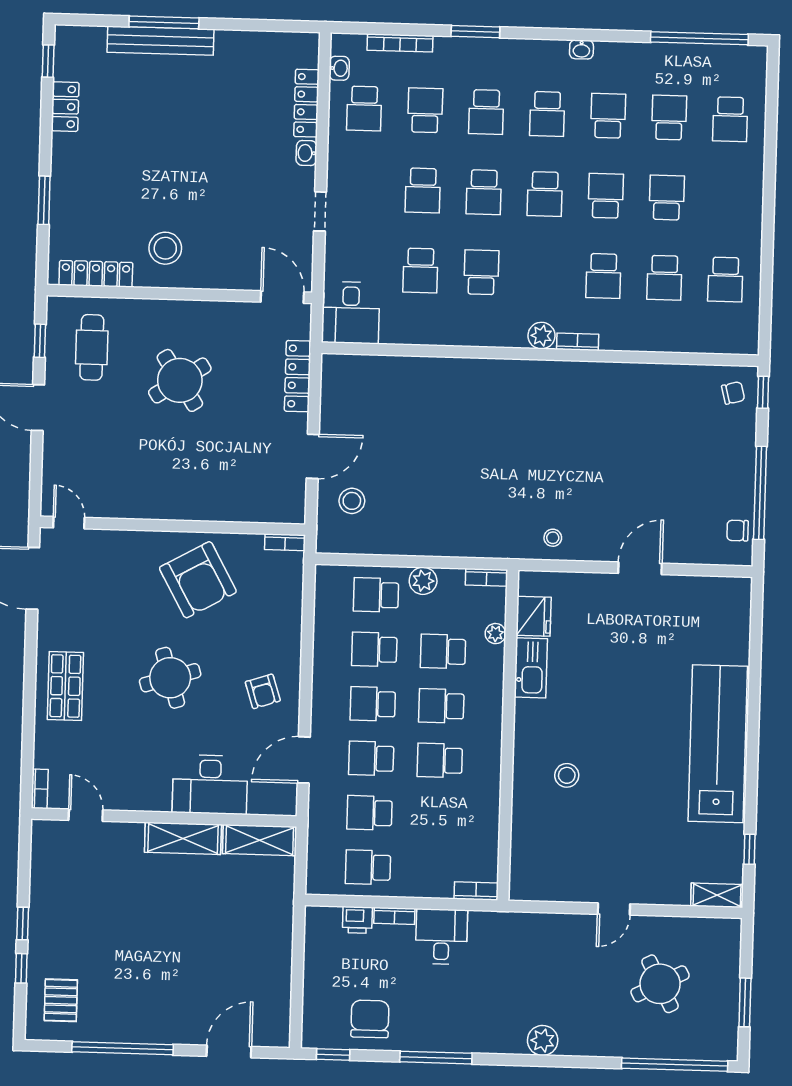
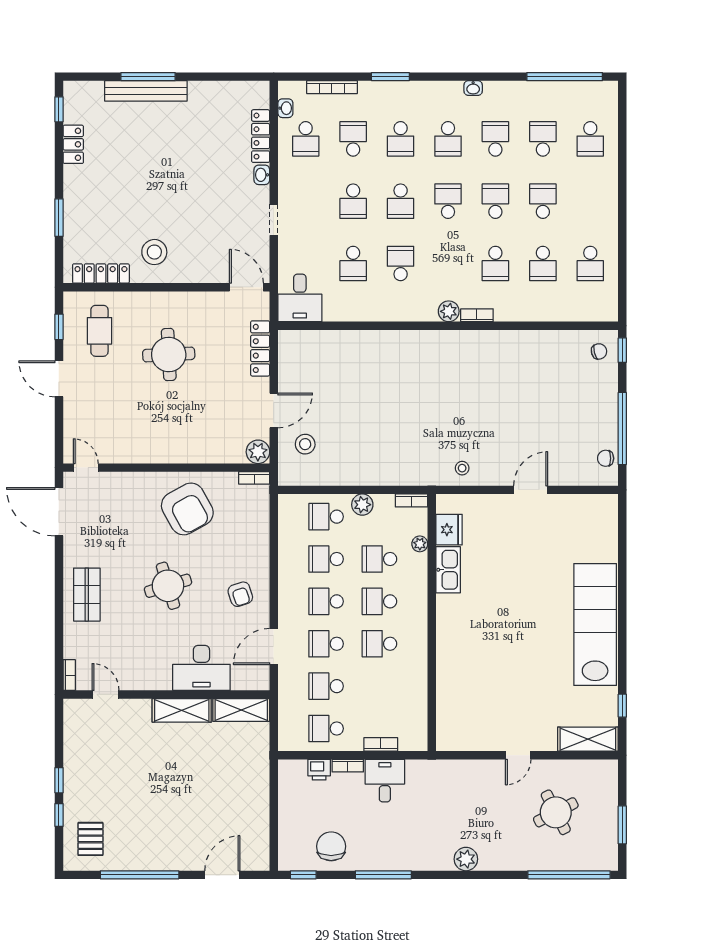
school desk: (545, 194) -> (448, 201), turned 180
round table: (180, 380) -> (169, 354), turned 30
plant: (291, 509) -> (258, 452), added
stool: (567, 775) -> (478, 652), removed
bookcase: (476, 891) -> (381, 744), moved
shelving: (717, 895) -> (588, 739), width x1.50, depth x1.33

